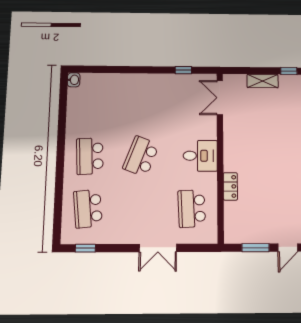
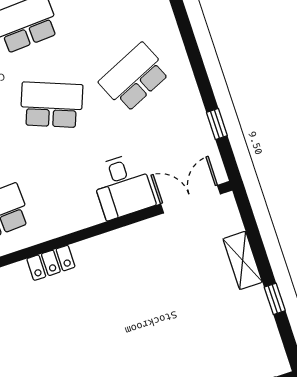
school desk: (142, 106) -> (134, 77), added
desk: (200, 156) -> (123, 186), moved

